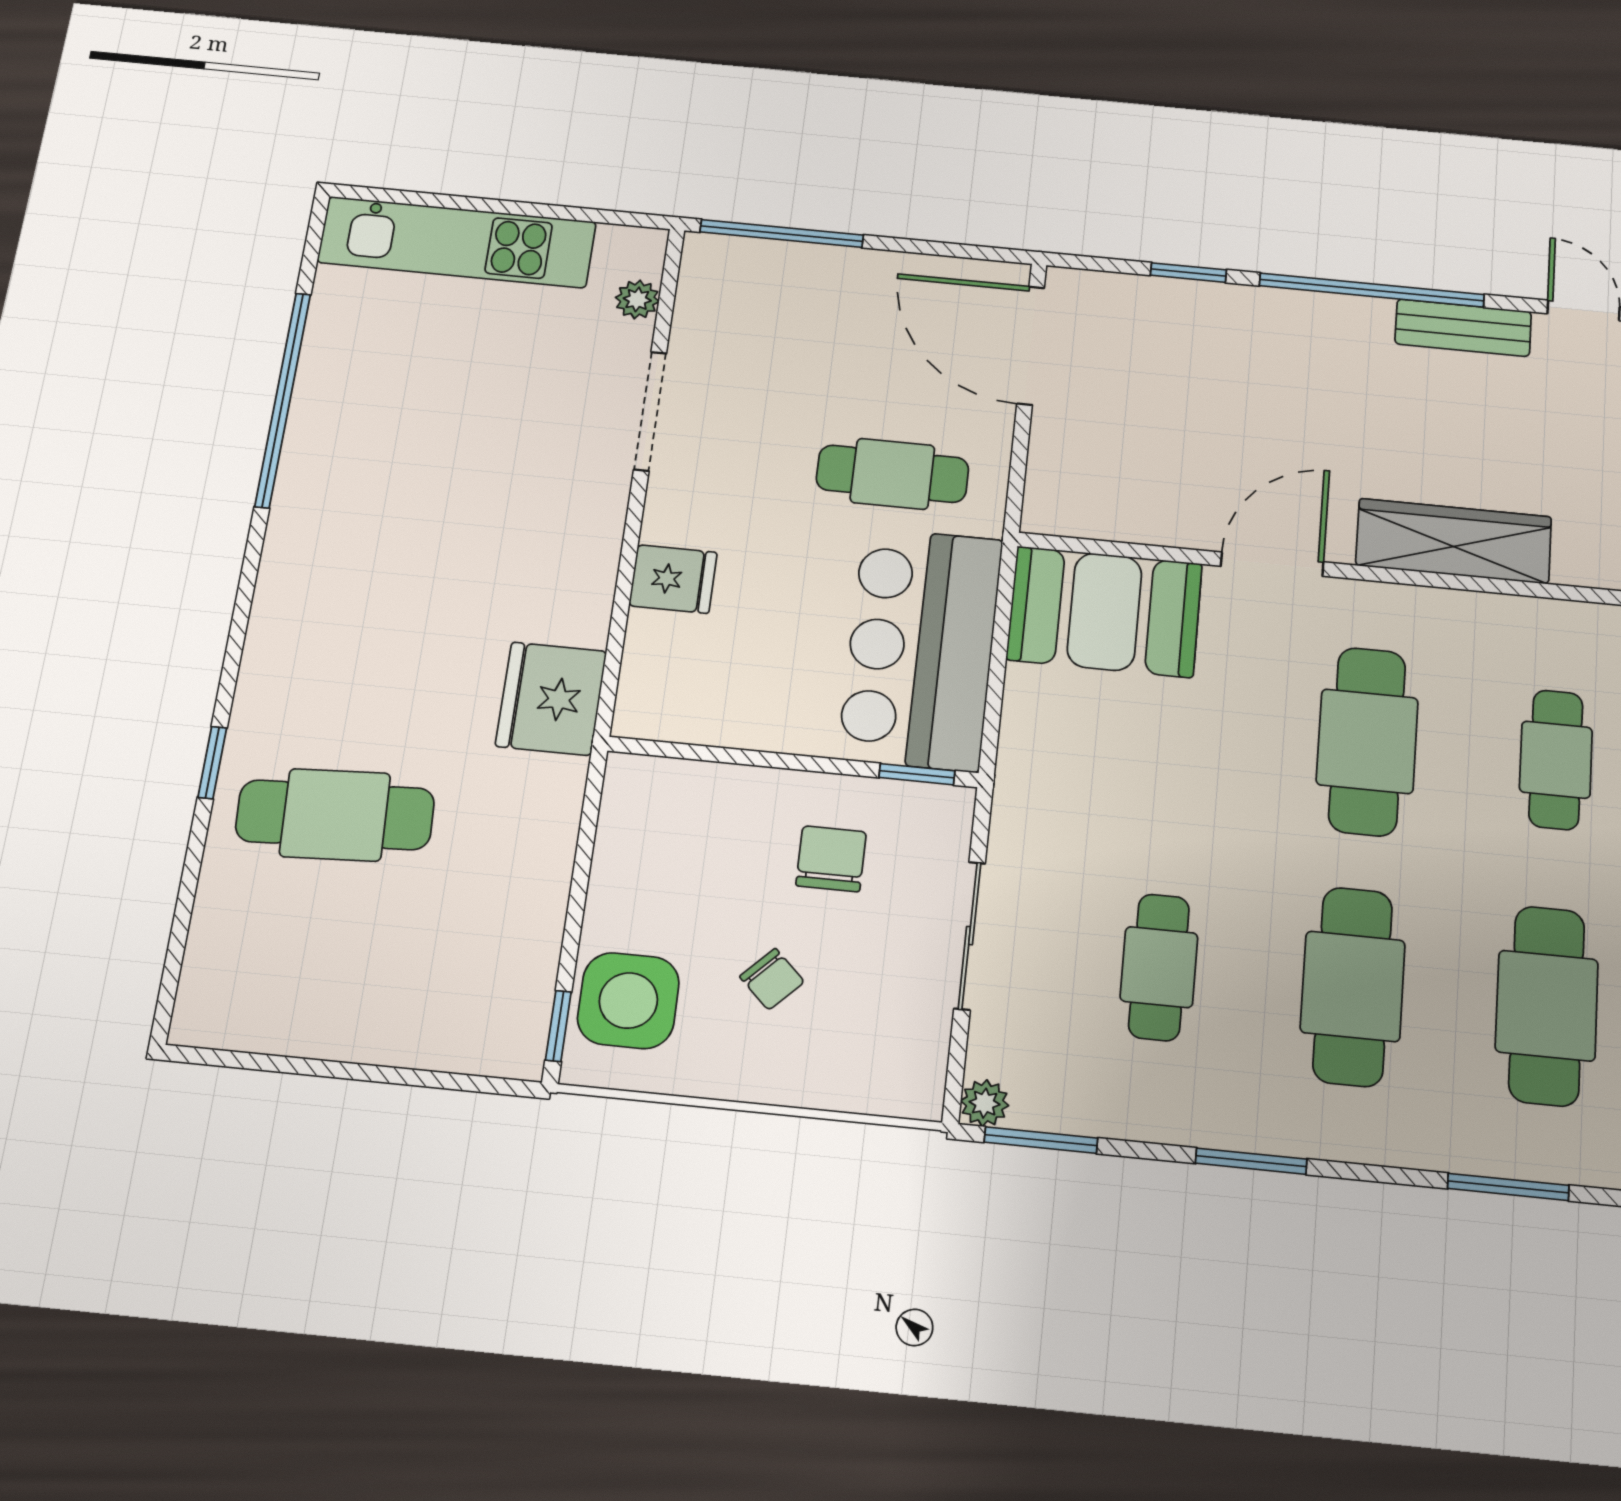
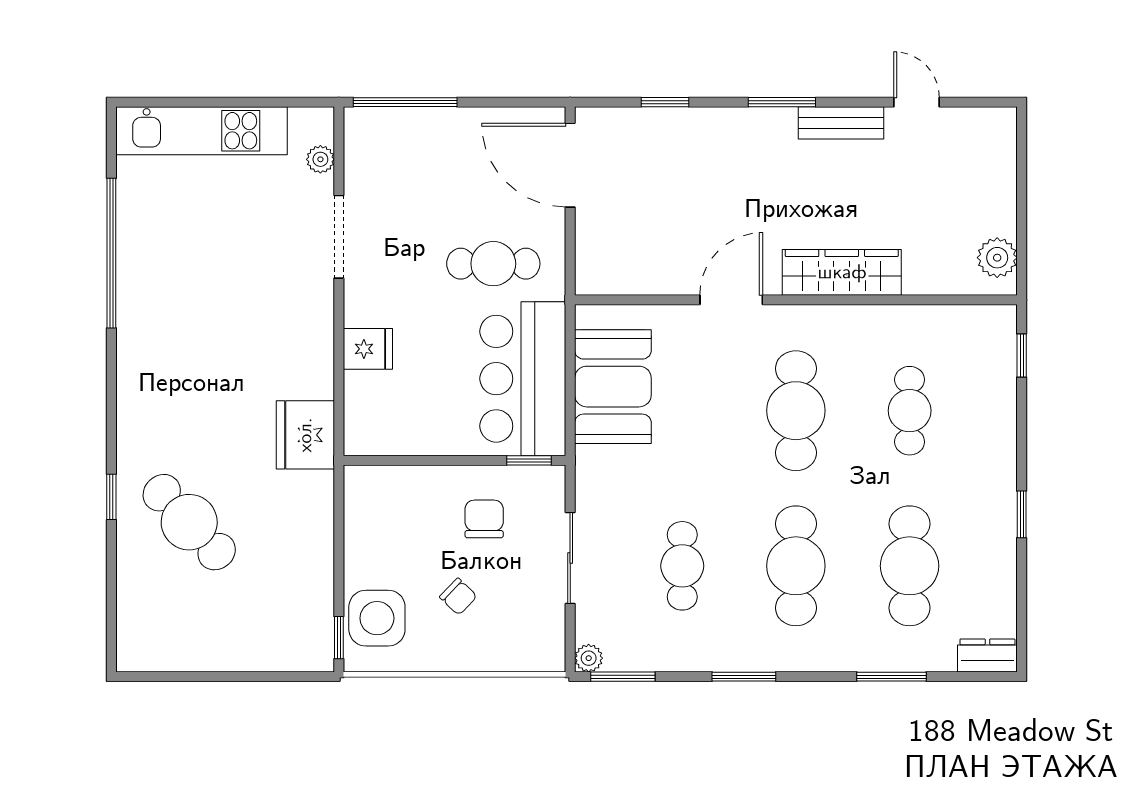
window: (1372, 290) -> (782, 102), width x0.47
booth: (1105, 612) -> (613, 387), moved, turned 90
cafe table: (335, 815) -> (189, 522), turned 50

